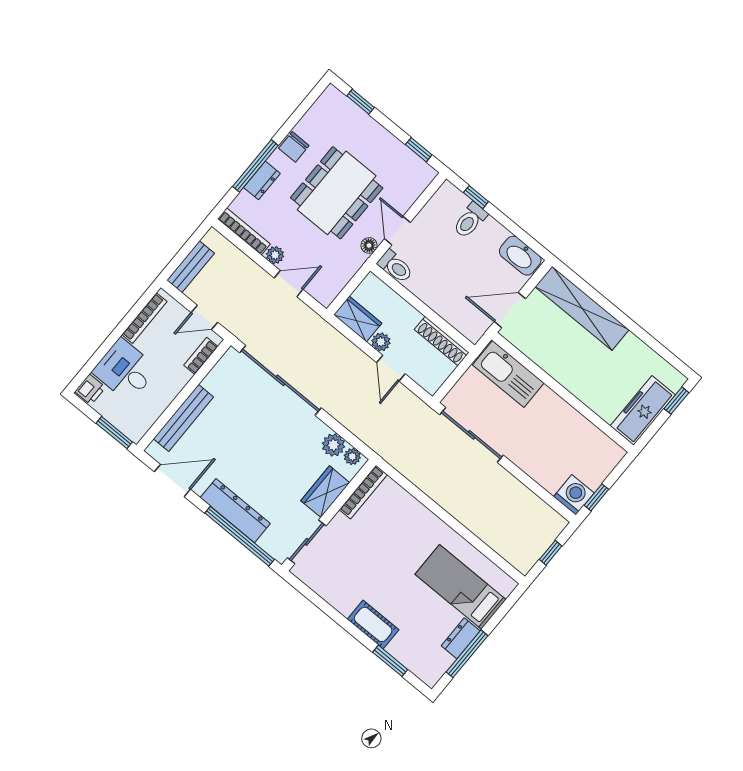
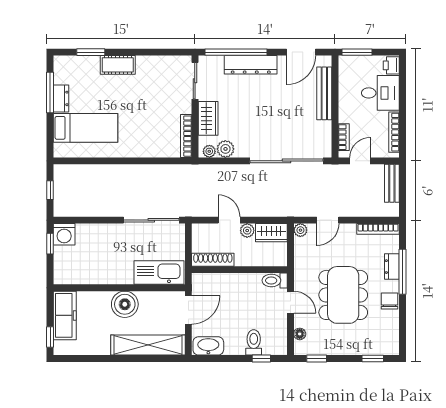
floor lamp: (369, 245) -> (300, 334), moved
plant: (275, 255) -> (300, 230), moved
boiler: (571, 370) -> (125, 304), added

